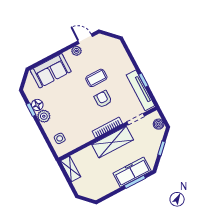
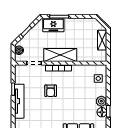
coffee table: (96, 78) -> (47, 109), removed
tv unit: (140, 90) -> (19, 101), moved
shelving: (71, 169) -> (102, 40), moved
freezer: (132, 172) -> (53, 25), width x0.71

